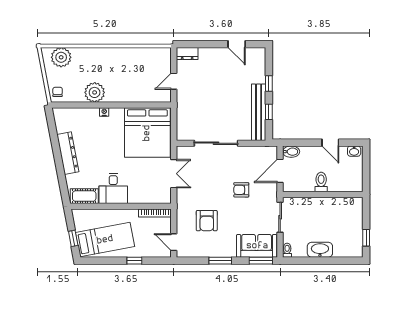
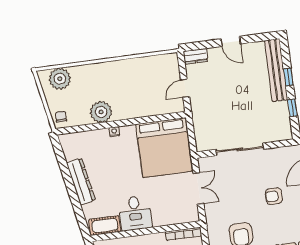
door: (237, 44) -> (231, 41), moved
bench: (259, 112) -> (276, 70), moved

